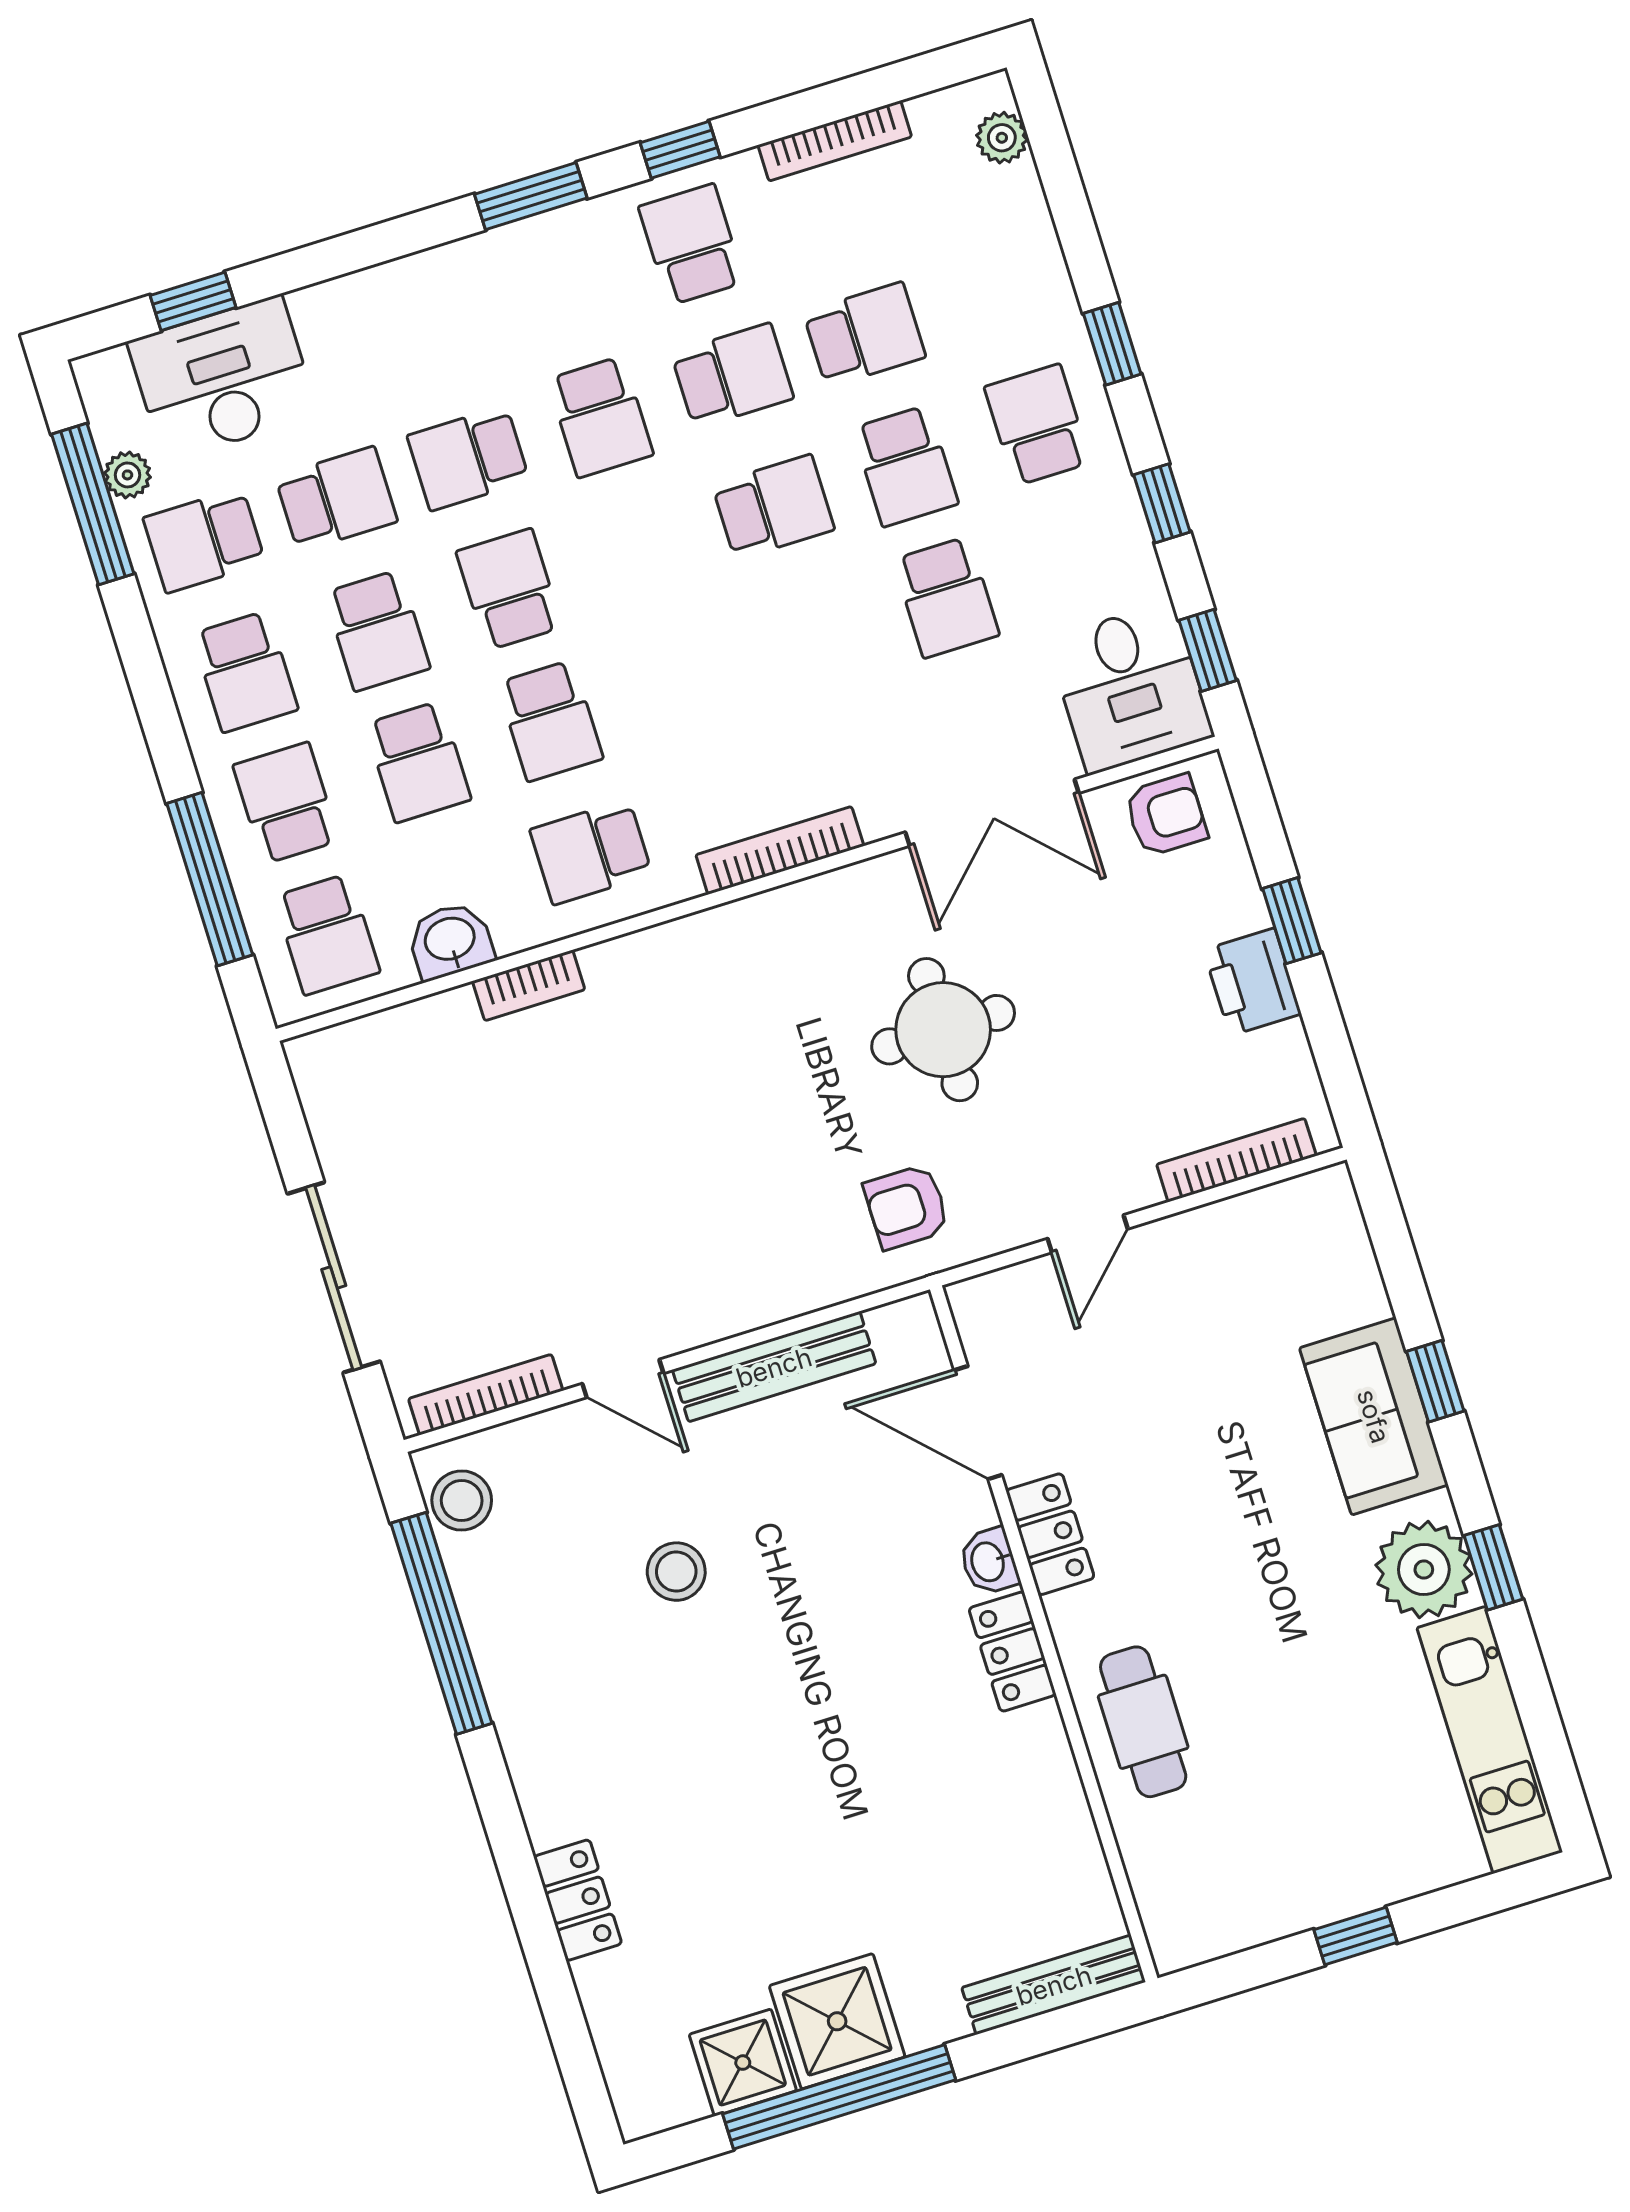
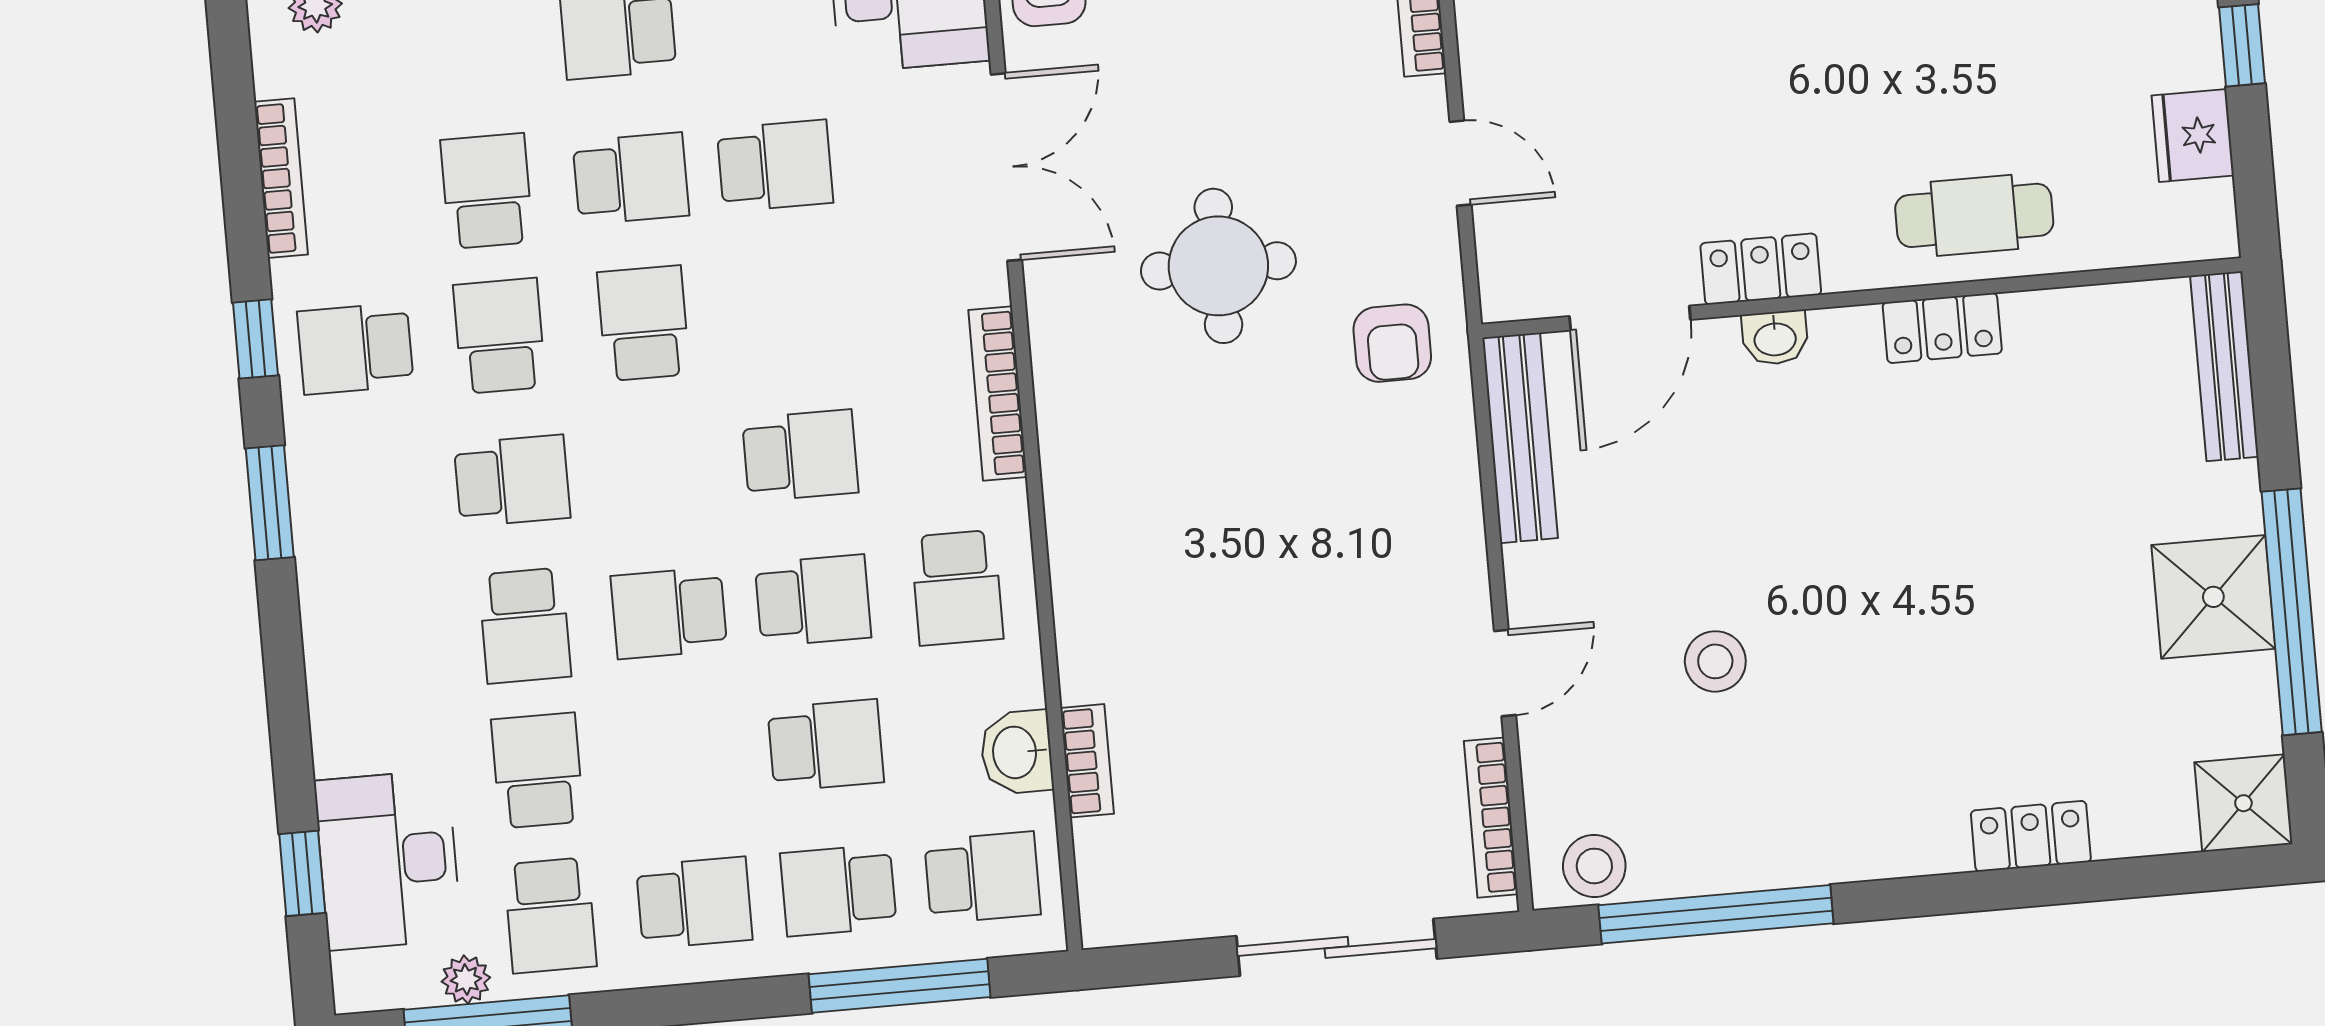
school desk: (377, 630) -> (800, 456), moved
bookcase: (529, 985) -> (1087, 761), moved
bench: (774, 1367) -> (1520, 438), moved
locker: (1012, 1652) -> (1942, 328), moved
fridge: (1262, 1909) -> (2193, 136), added
shower: (743, 2063) -> (2243, 803), moved

